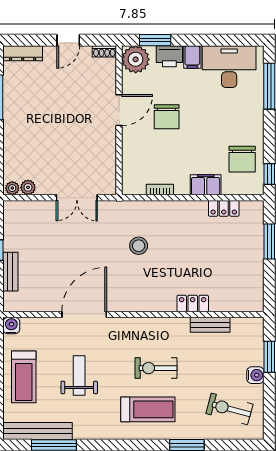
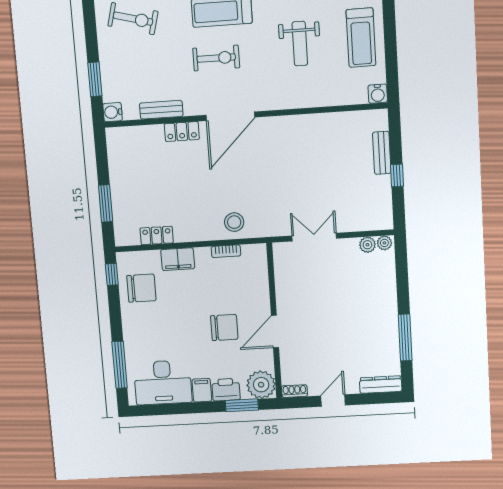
chair: (167, 117) -> (224, 328), turned 90
chair: (242, 159) -> (141, 288), turned 90
stool: (139, 246) -> (234, 222), moved
door: (84, 315) -> (230, 116), moved
water cooler: (255, 375) -> (113, 112), moved
treadmill: (24, 377) -> (361, 38), turned 180

